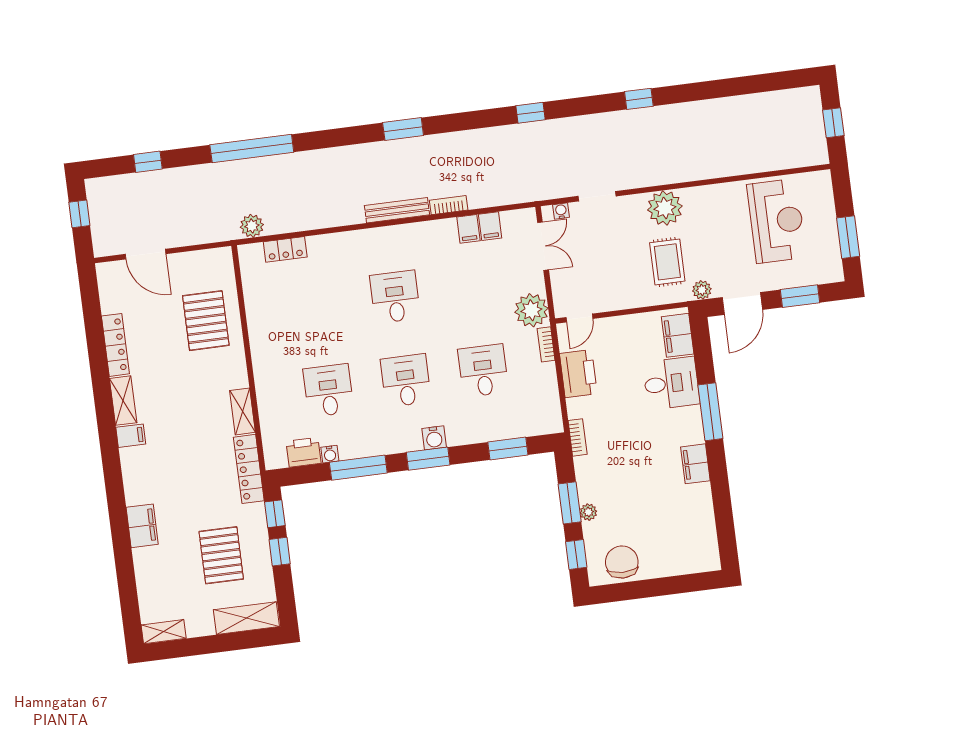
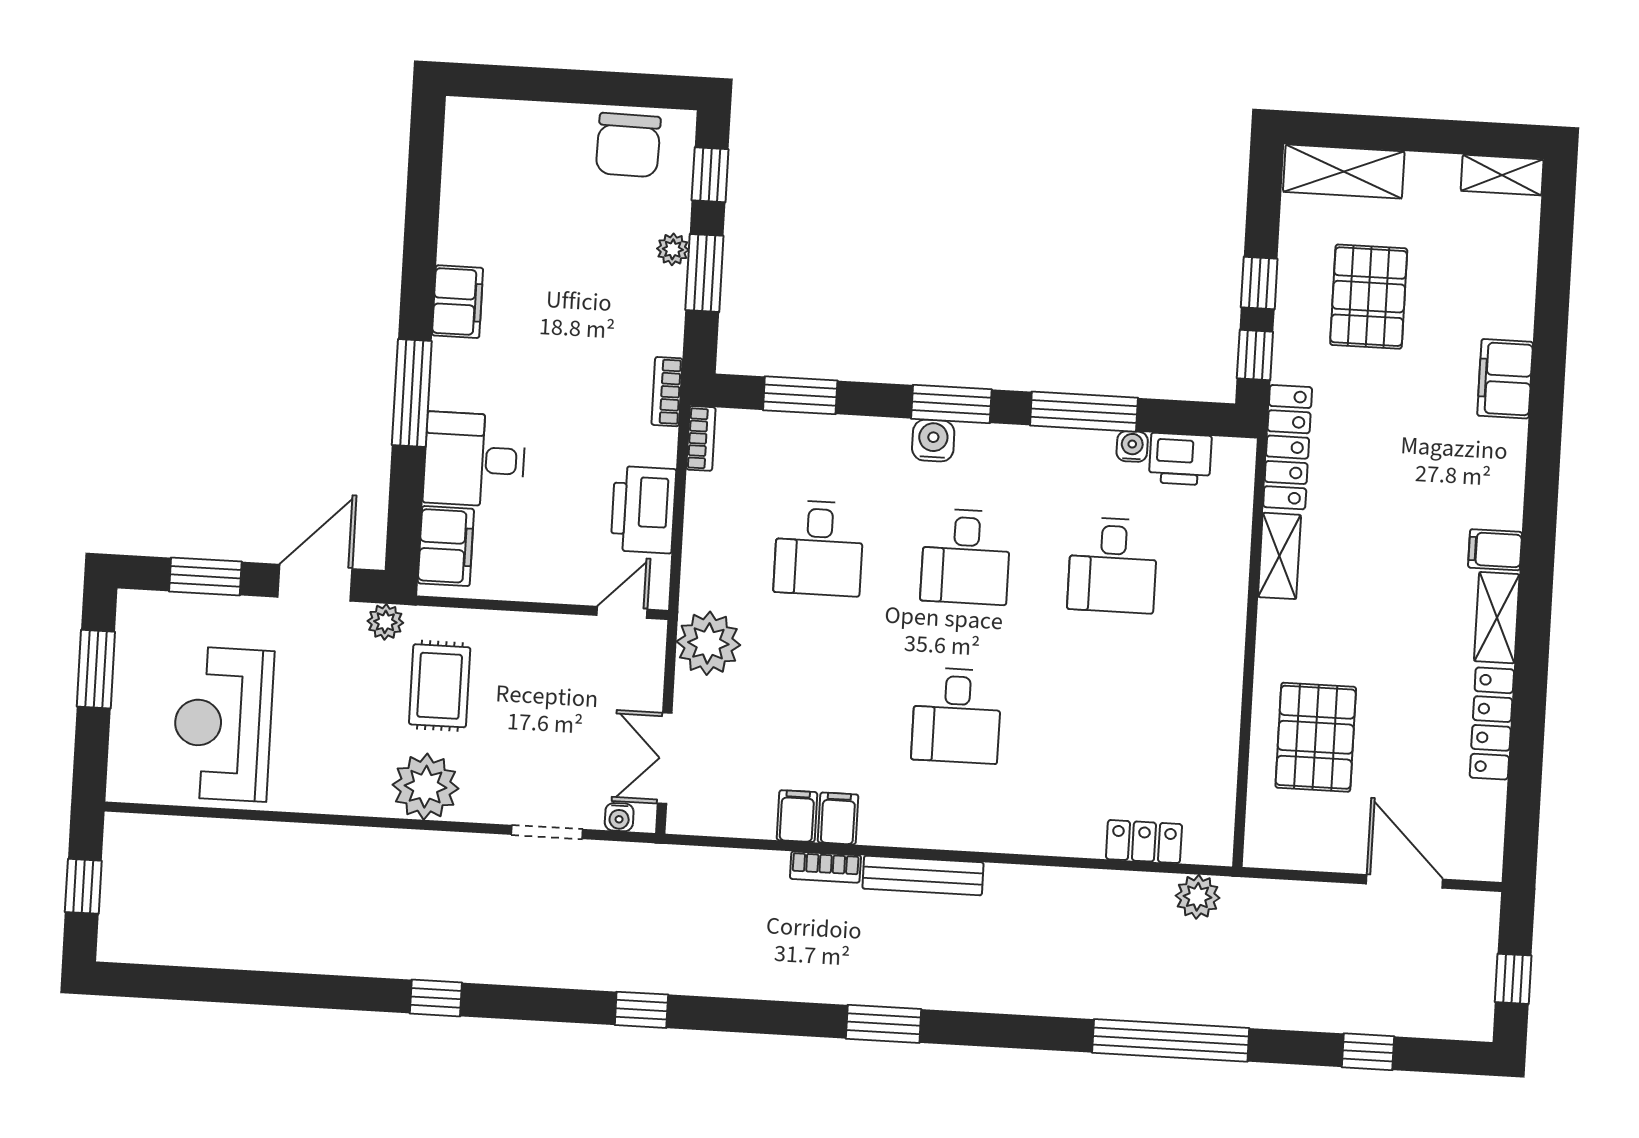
filing cabinet: (490, 226) -> (838, 818), moved
bookcase: (546, 344) -> (701, 438), moved

